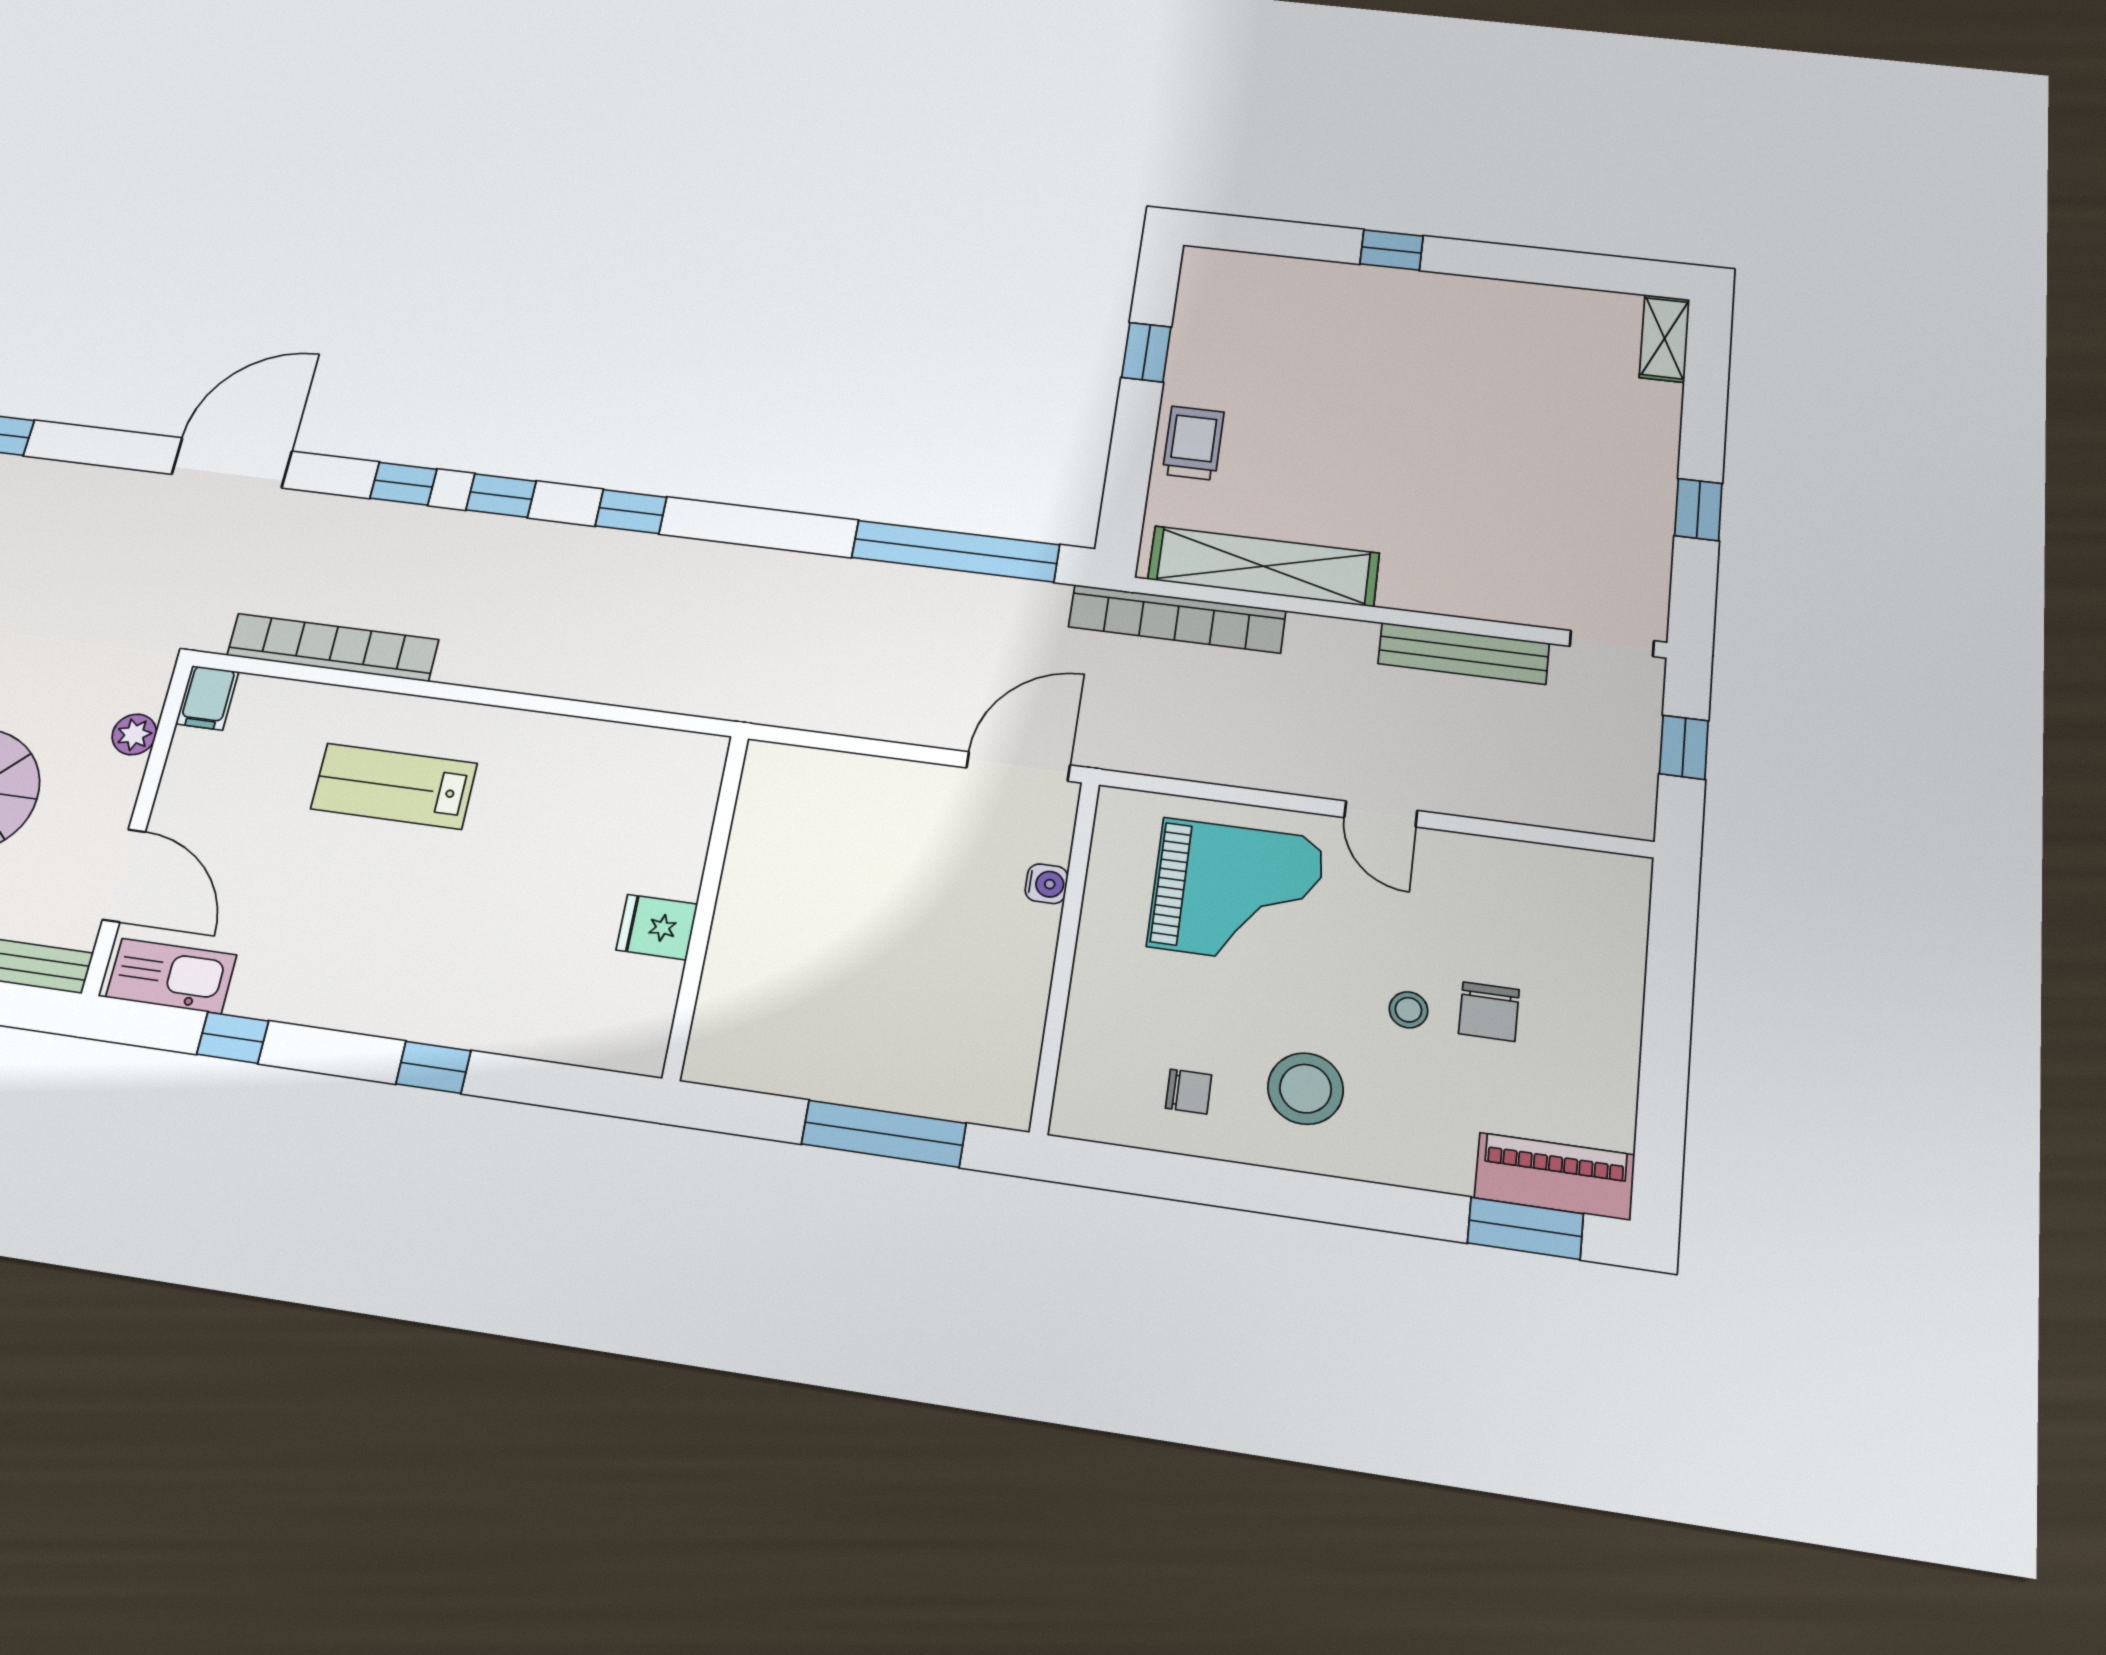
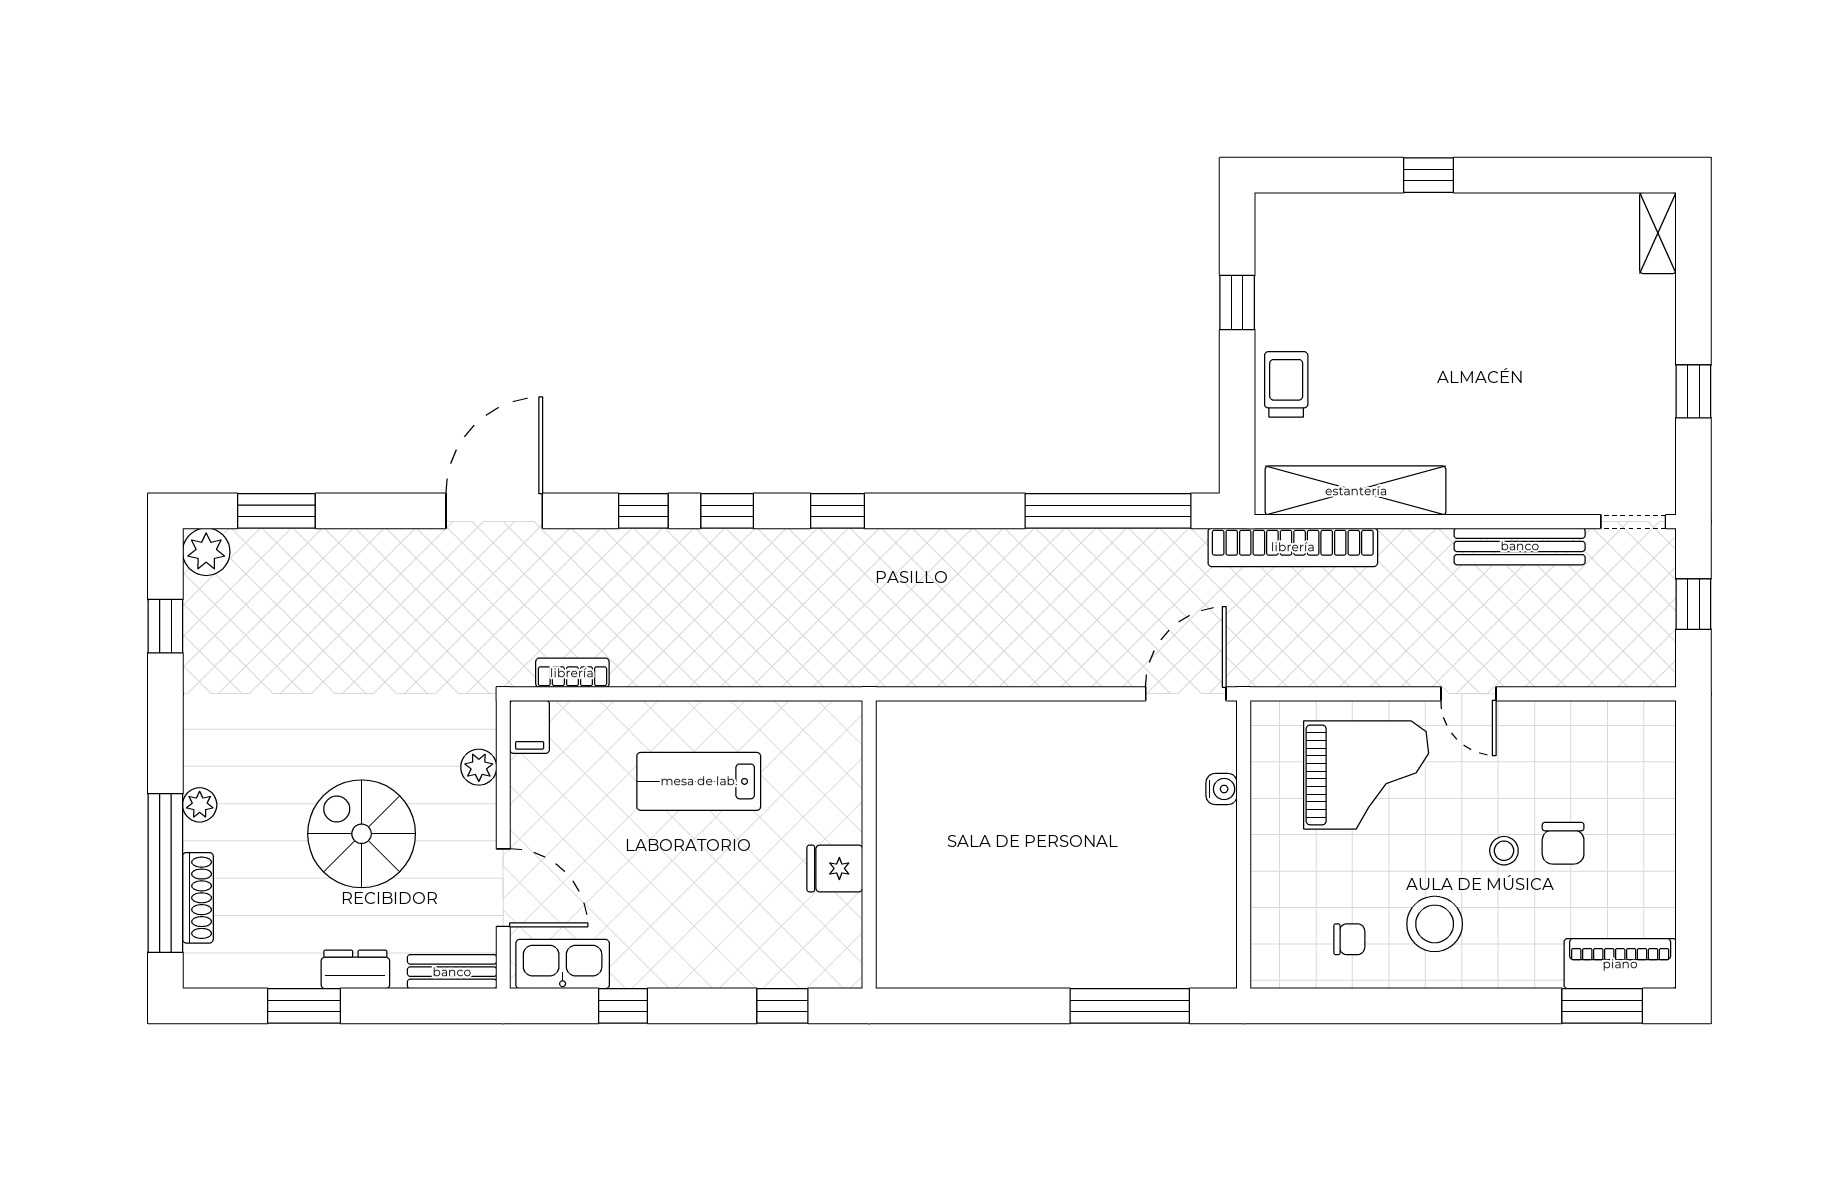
bookcase: (333, 648) -> (572, 673), width x0.43, depth x0.76
wall: (706, 905) -> (869, 844), moved
fridge: (657, 927) -> (835, 868), moved

